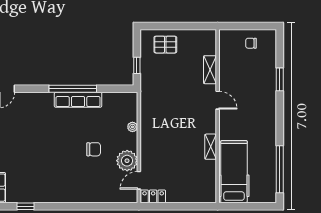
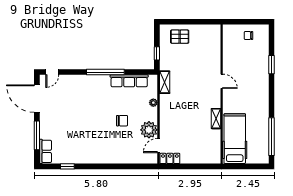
shelving: (210, 70) -> (165, 82), moved
row of seats: (78, 100) -> (129, 81), moved

